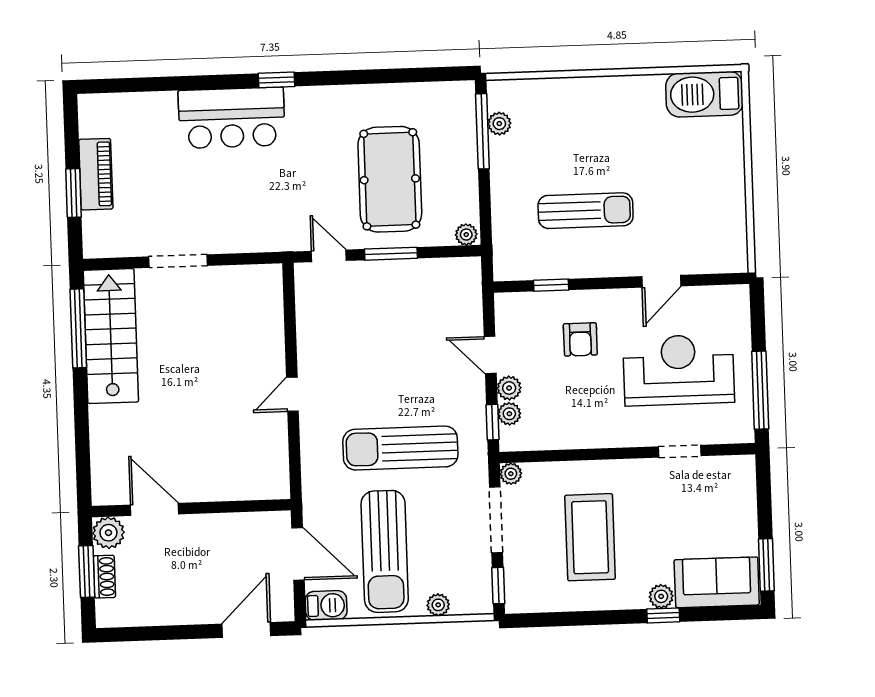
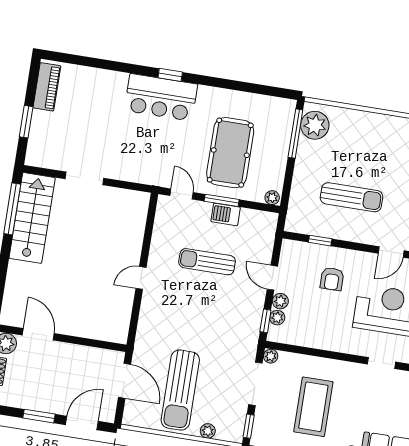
bar counter: (232, 118) -> (161, 97), moved
plant: (499, 124) -> (315, 125), width x1.87, depth x1.87
piano: (96, 174) -> (47, 87), moved
sun lounger: (400, 448) -> (207, 262), moved, width x0.73, depth x0.75
barbecue: (326, 605) -> (226, 214), moved, turned 180
window: (180, 632) -> (39, 416), added

